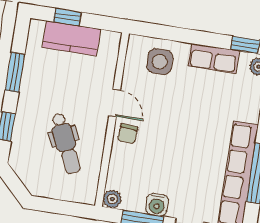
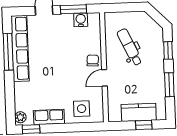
door: (115, 103) -> (104, 78), hinge flipped
plant: (112, 199) -> (94, 18), removed
water cooler: (157, 205) -> (81, 20), moved

